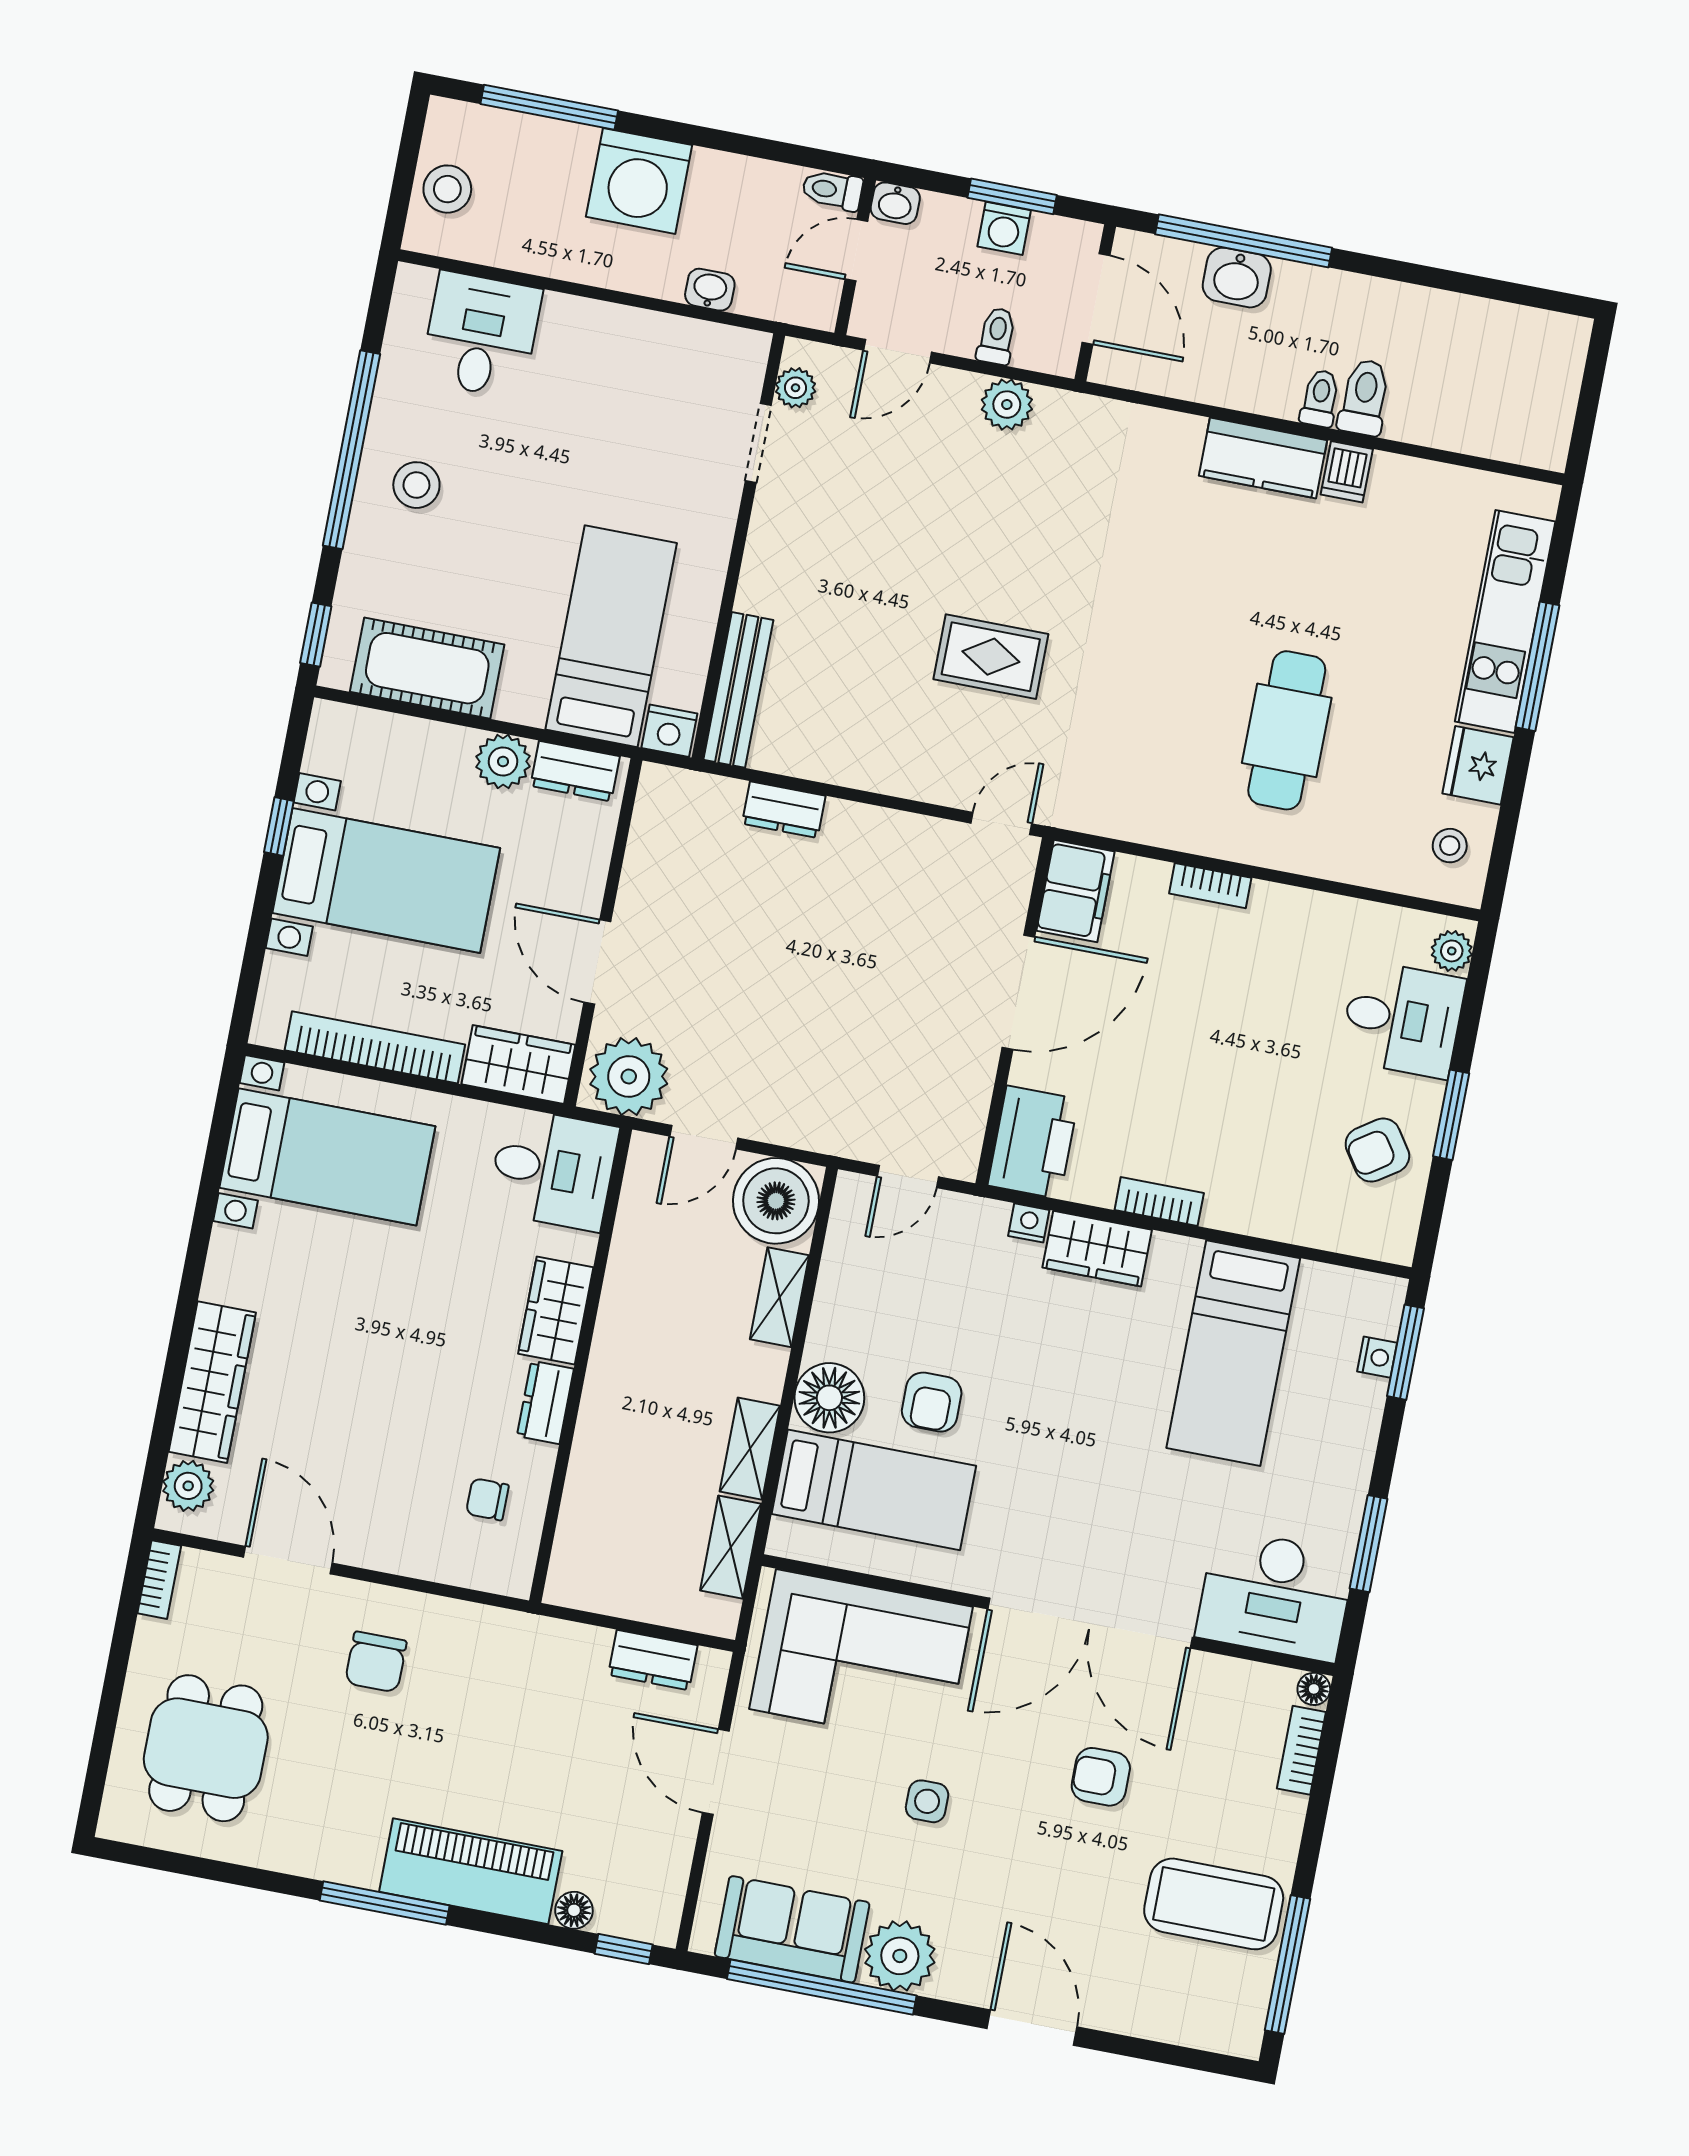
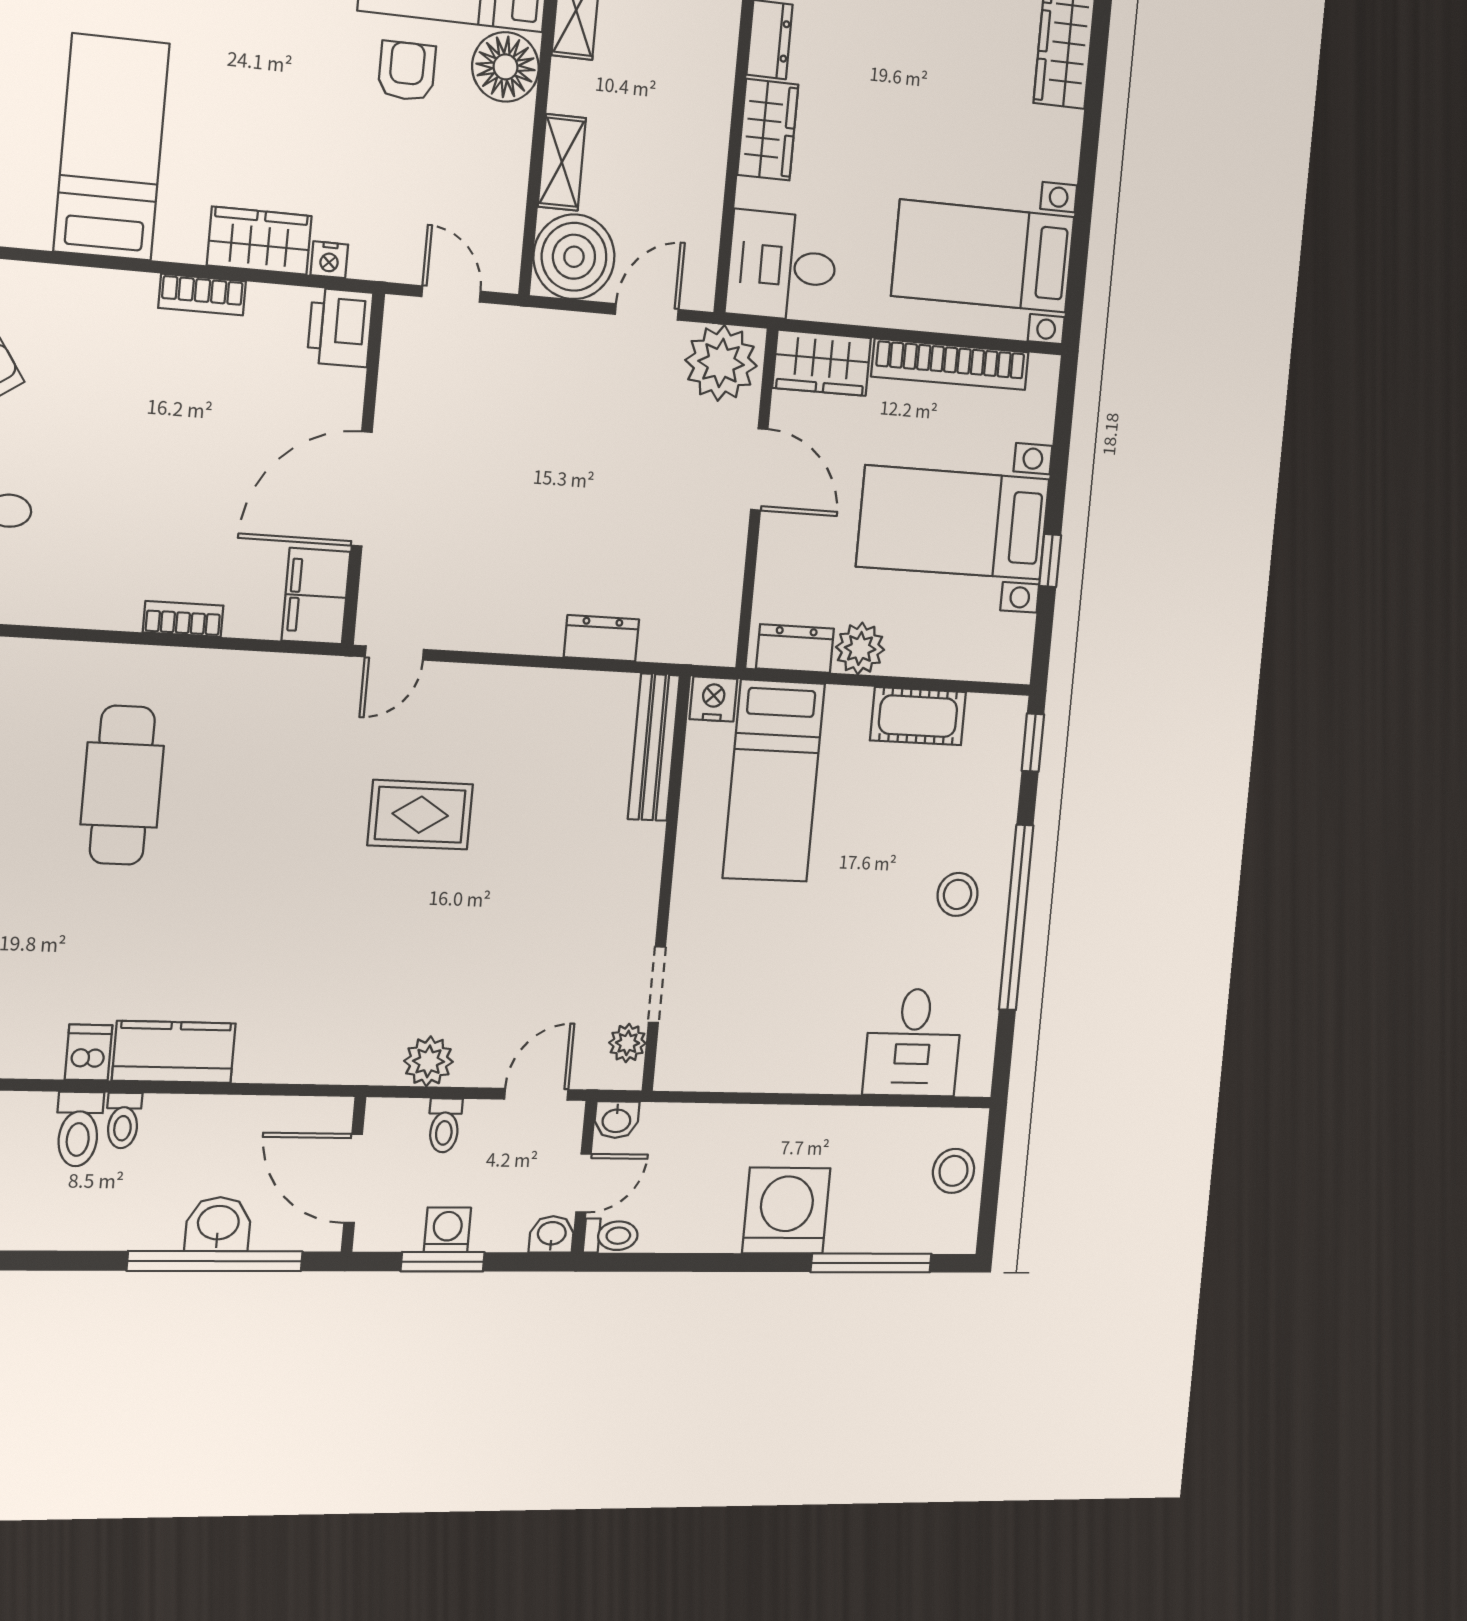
washbasin: (710, 290) -> (616, 1120), moved
cot: (427, 668) -> (918, 716), width x0.73, depth x0.75
printer: (1033, 1142) -> (340, 328), width x0.73, depth x0.84
door: (908, 1176) -> (451, 294), hinge flipped

